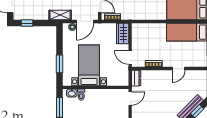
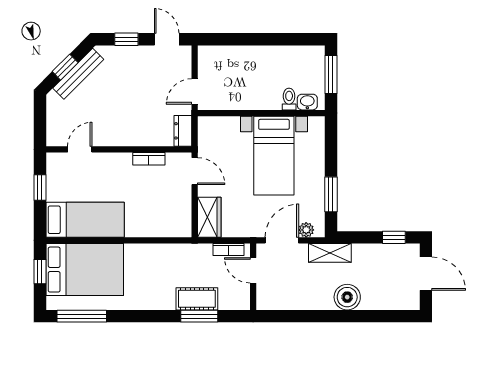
window: (60, 64) -> (331, 194), moved
door: (179, 69) -> (80, 149), moved

